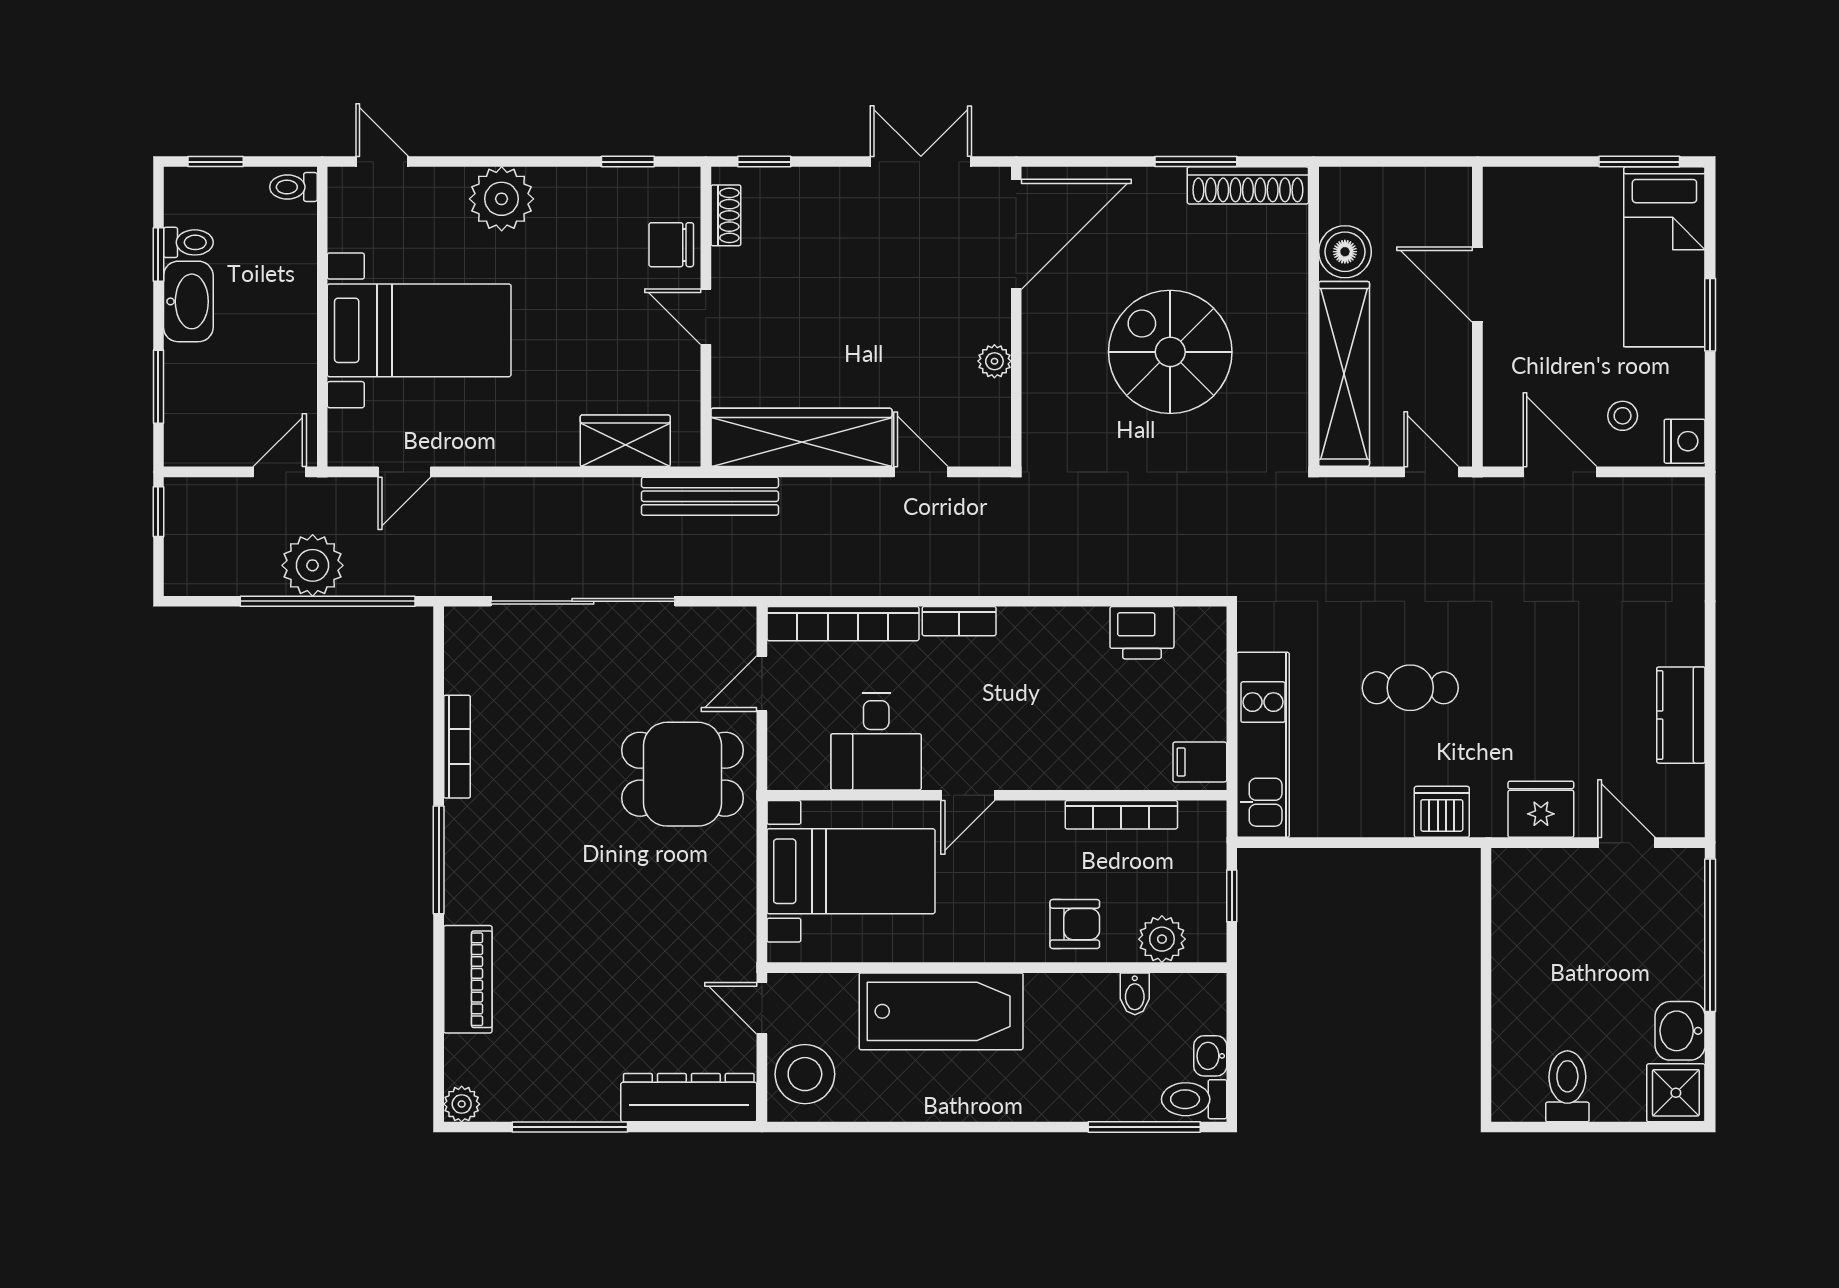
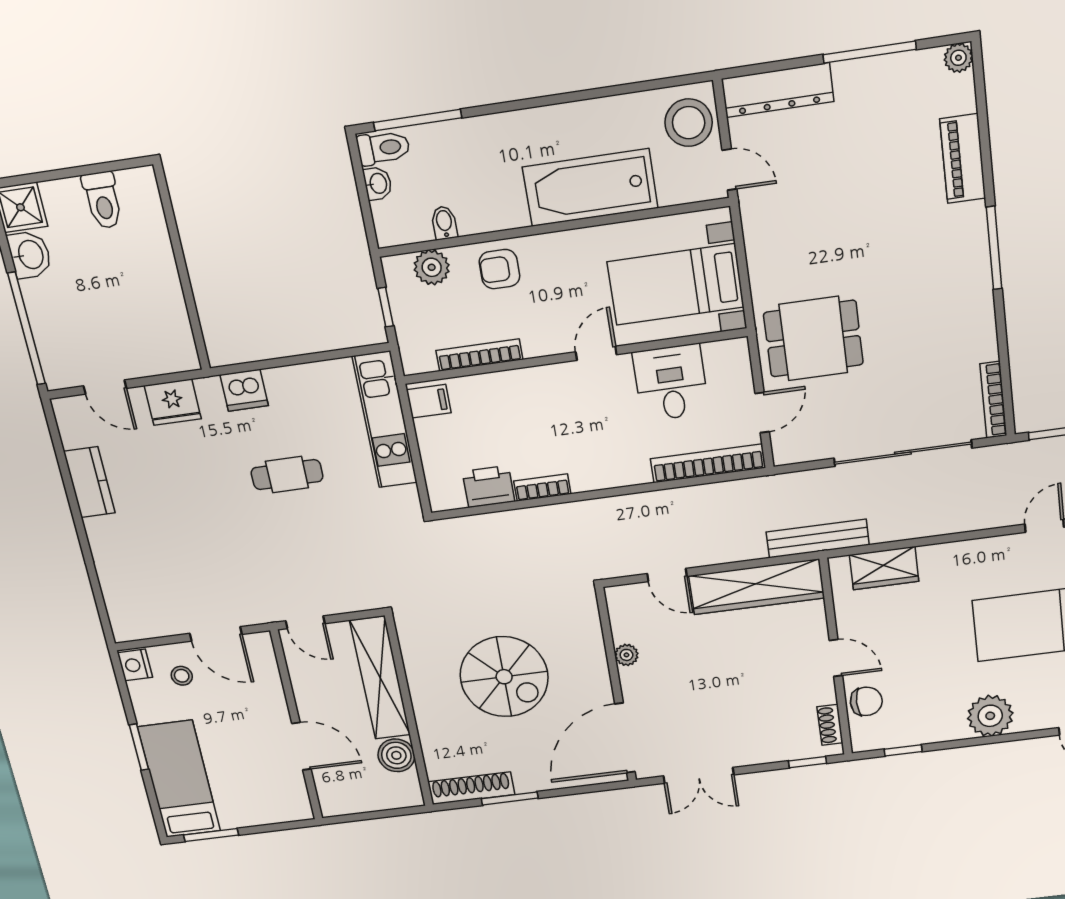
bookcase: (959, 621) -> (542, 487), moved
bookcase: (457, 747) -> (993, 400), moved

